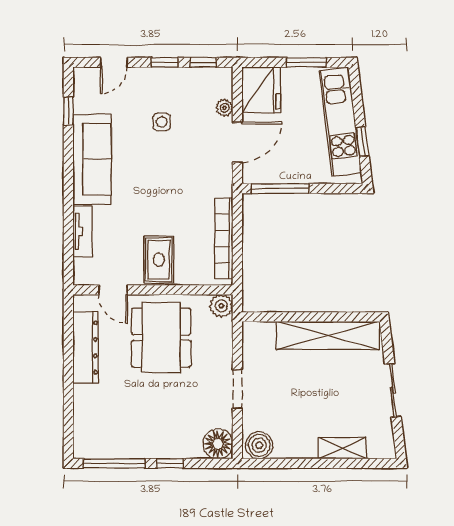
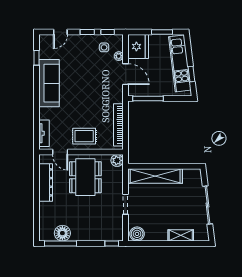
side table: (162, 122) -> (104, 47), moved
door: (237, 142) -> (126, 74), hinge flipped
tv unit: (83, 231) -> (44, 133), moved
rug: (159, 260) -> (84, 136), turned 90
shelving: (328, 335) -> (155, 176), moved
sliding door: (393, 390) -> (207, 205), width x1.37
floor lamp: (218, 444) -> (62, 233), moved
window: (170, 463) -> (112, 243), moved

